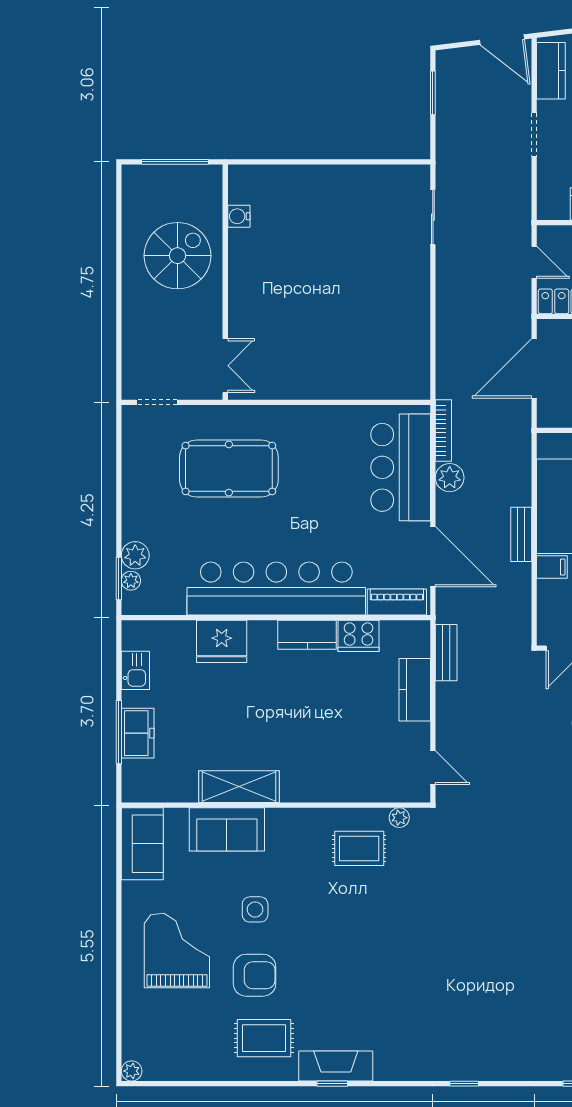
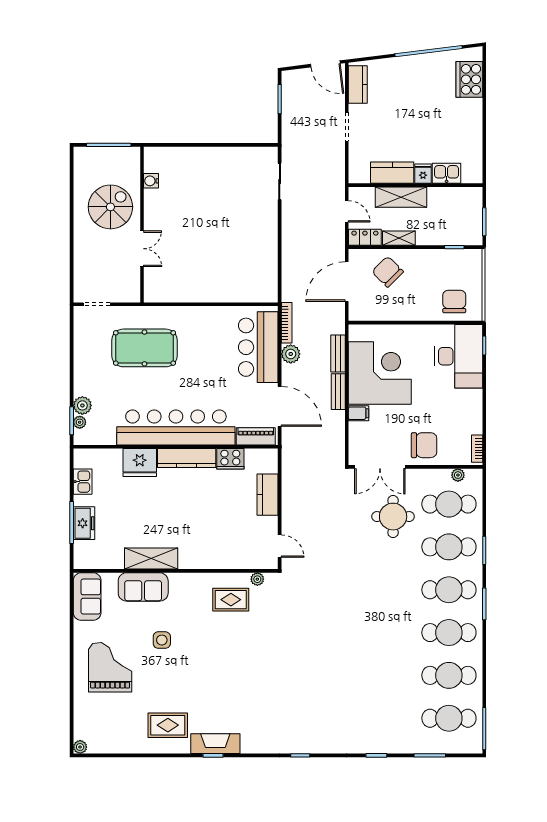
double door: (225, 366) -> (142, 249), moved
kitchen counter: (307, 635) -> (187, 458), width x1.50
bench: (446, 653) -> (338, 353), moved
armchair: (255, 975) -> (161, 684), removed

